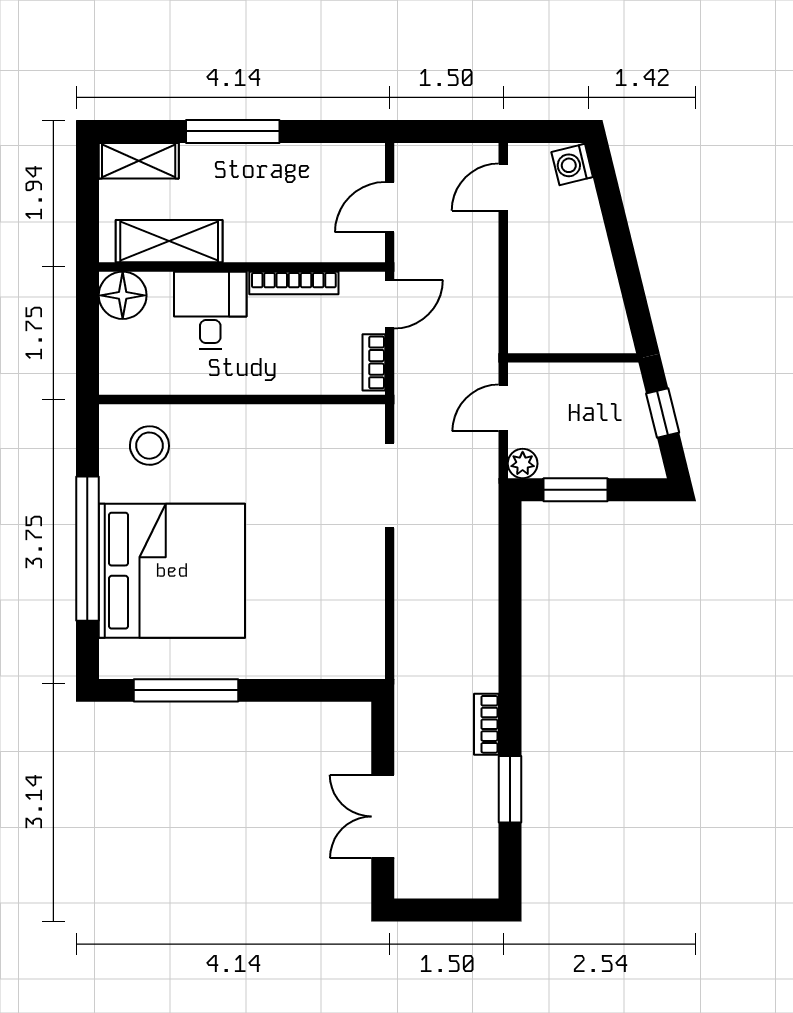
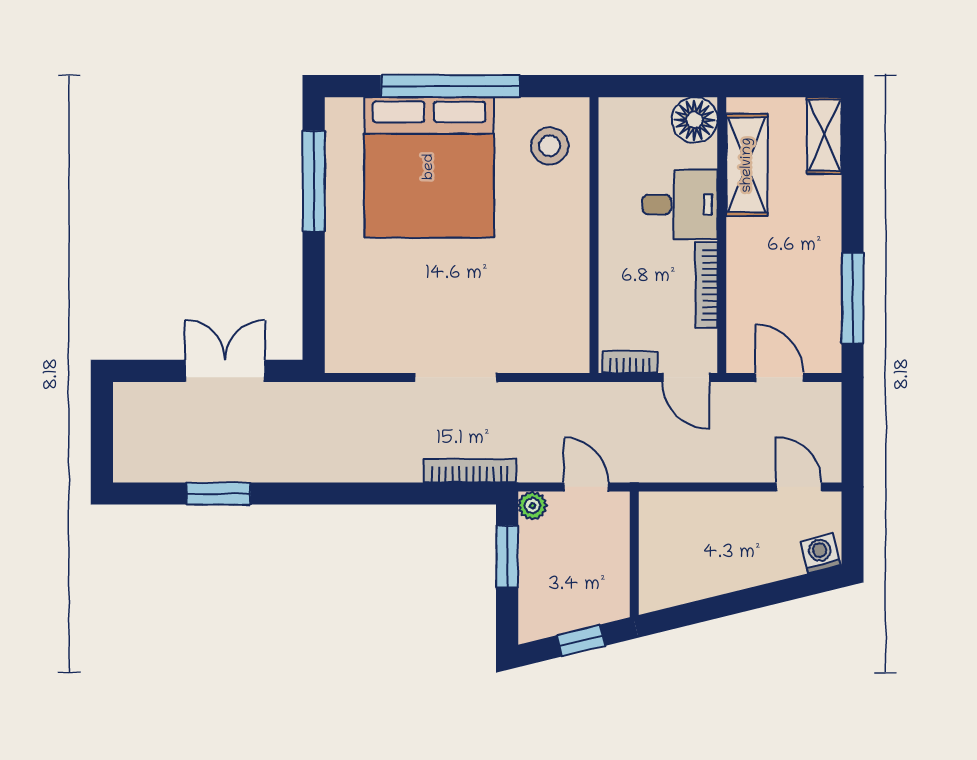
window: (233, 131) -> (853, 298), moved
doorway: (390, 486) -> (456, 377), moved
bookcase: (486, 724) -> (470, 471), moved, width x1.56
double door: (383, 817) -> (225, 371), moved

